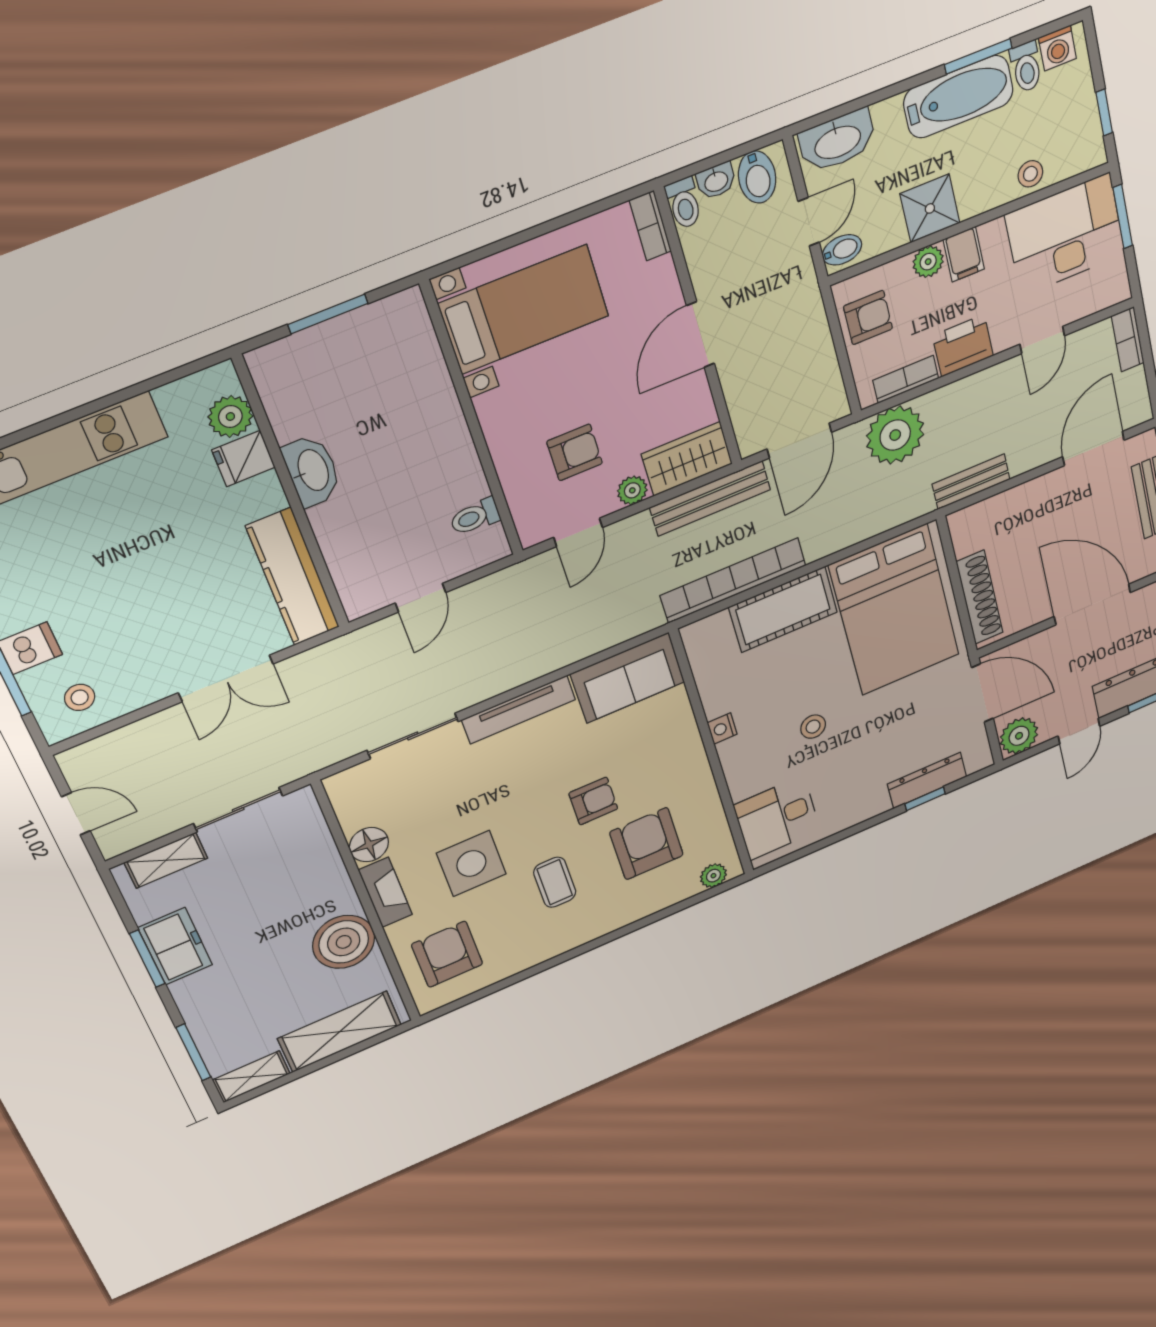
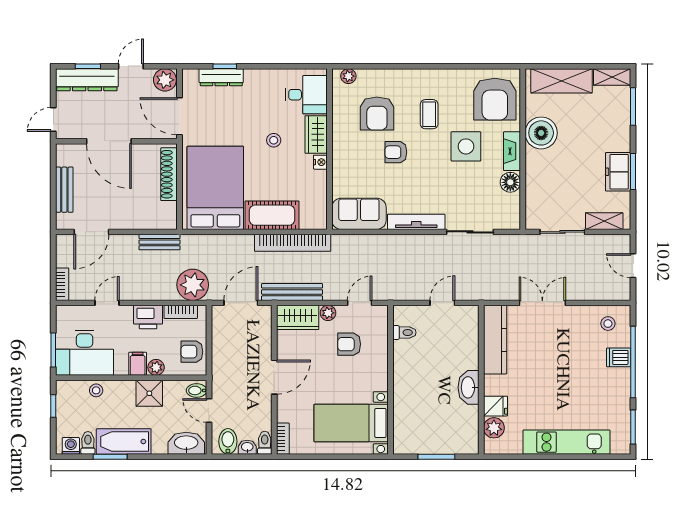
door: (809, 222) -> (209, 410), hinge flipped
wardrobe: (742, 767) -> (316, 134), added
armchair: (447, 954) -> (495, 99), width x1.36, depth x1.36

